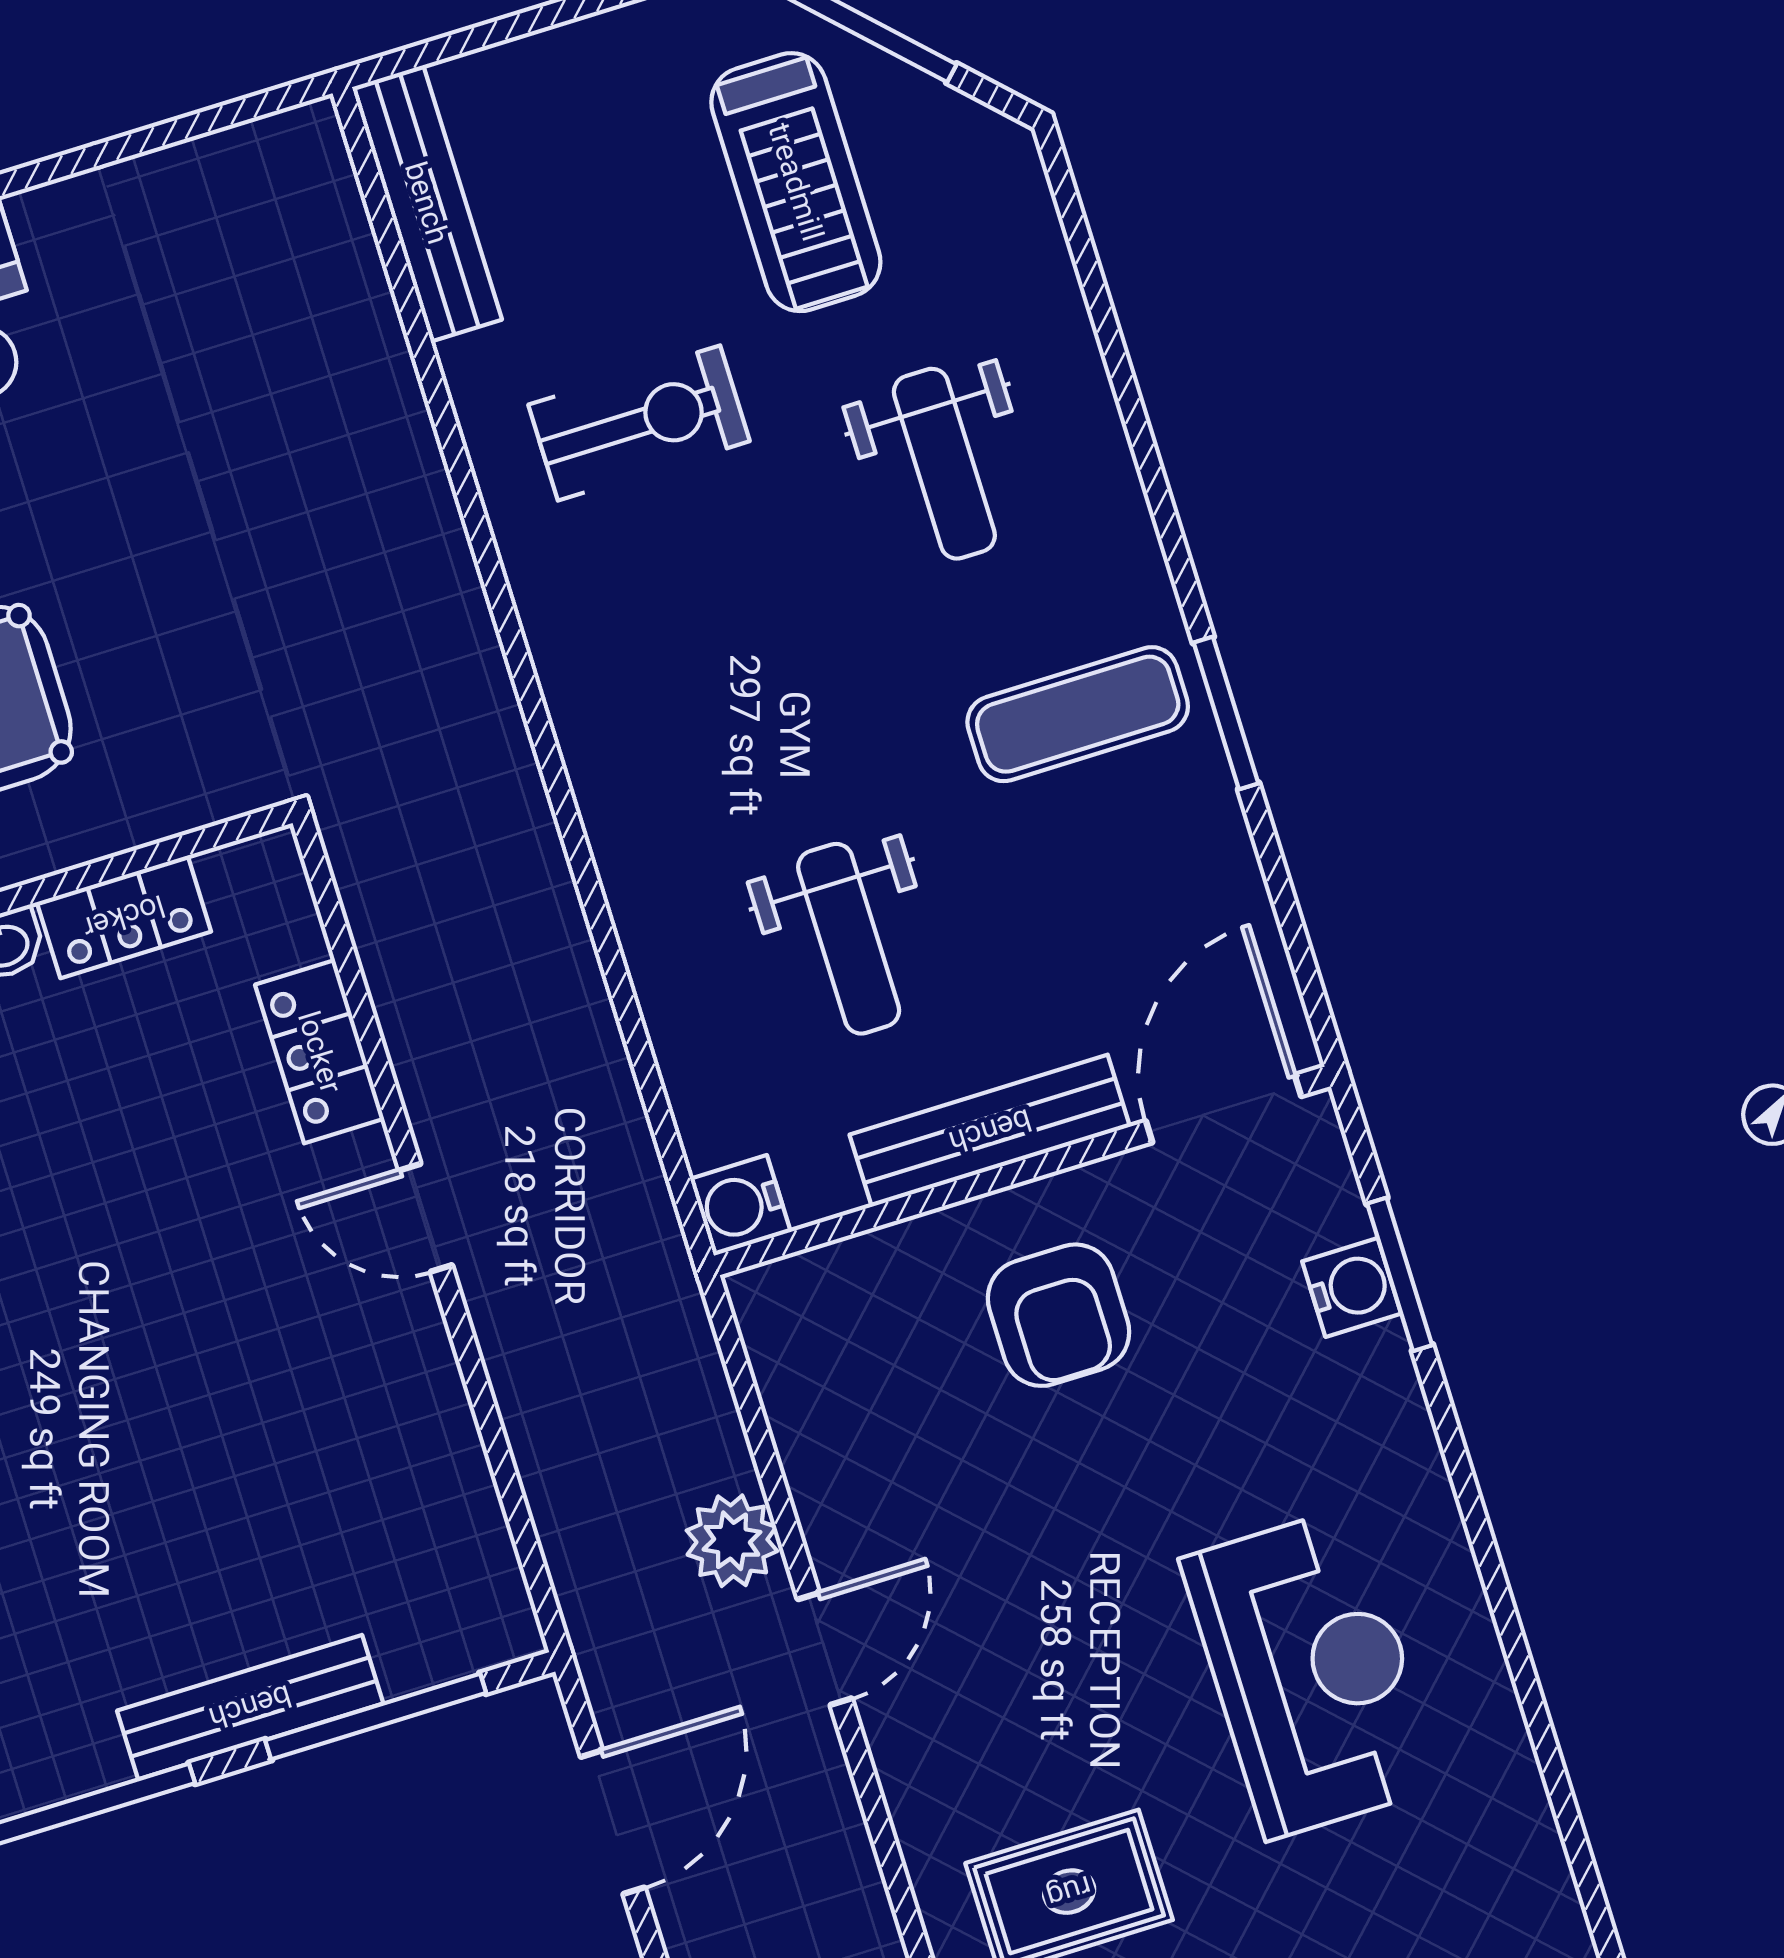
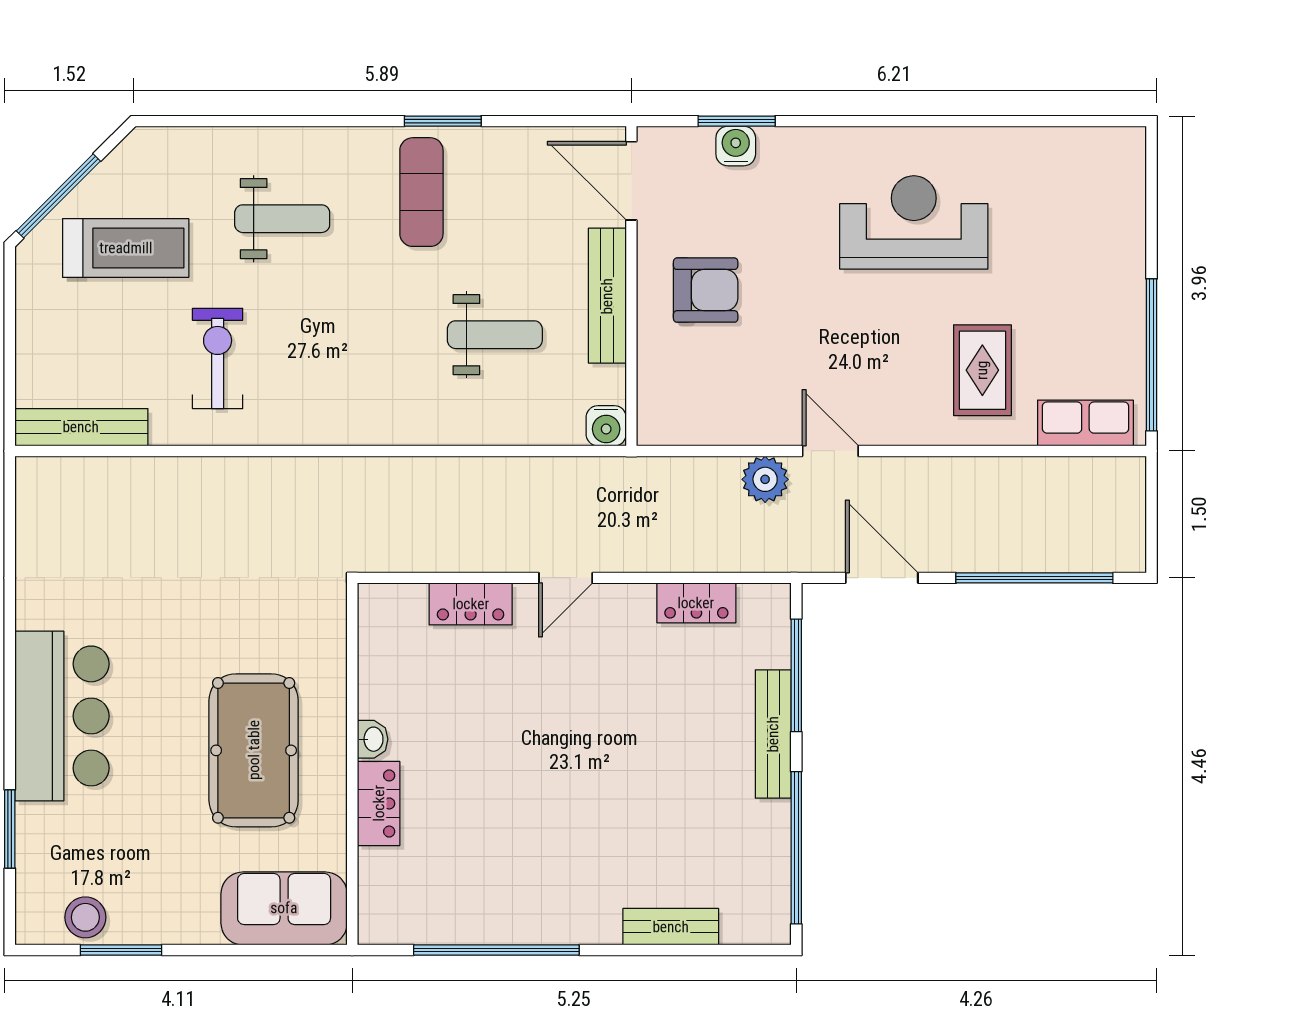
locker: (124, 917) -> (696, 603), moved, turned 90

